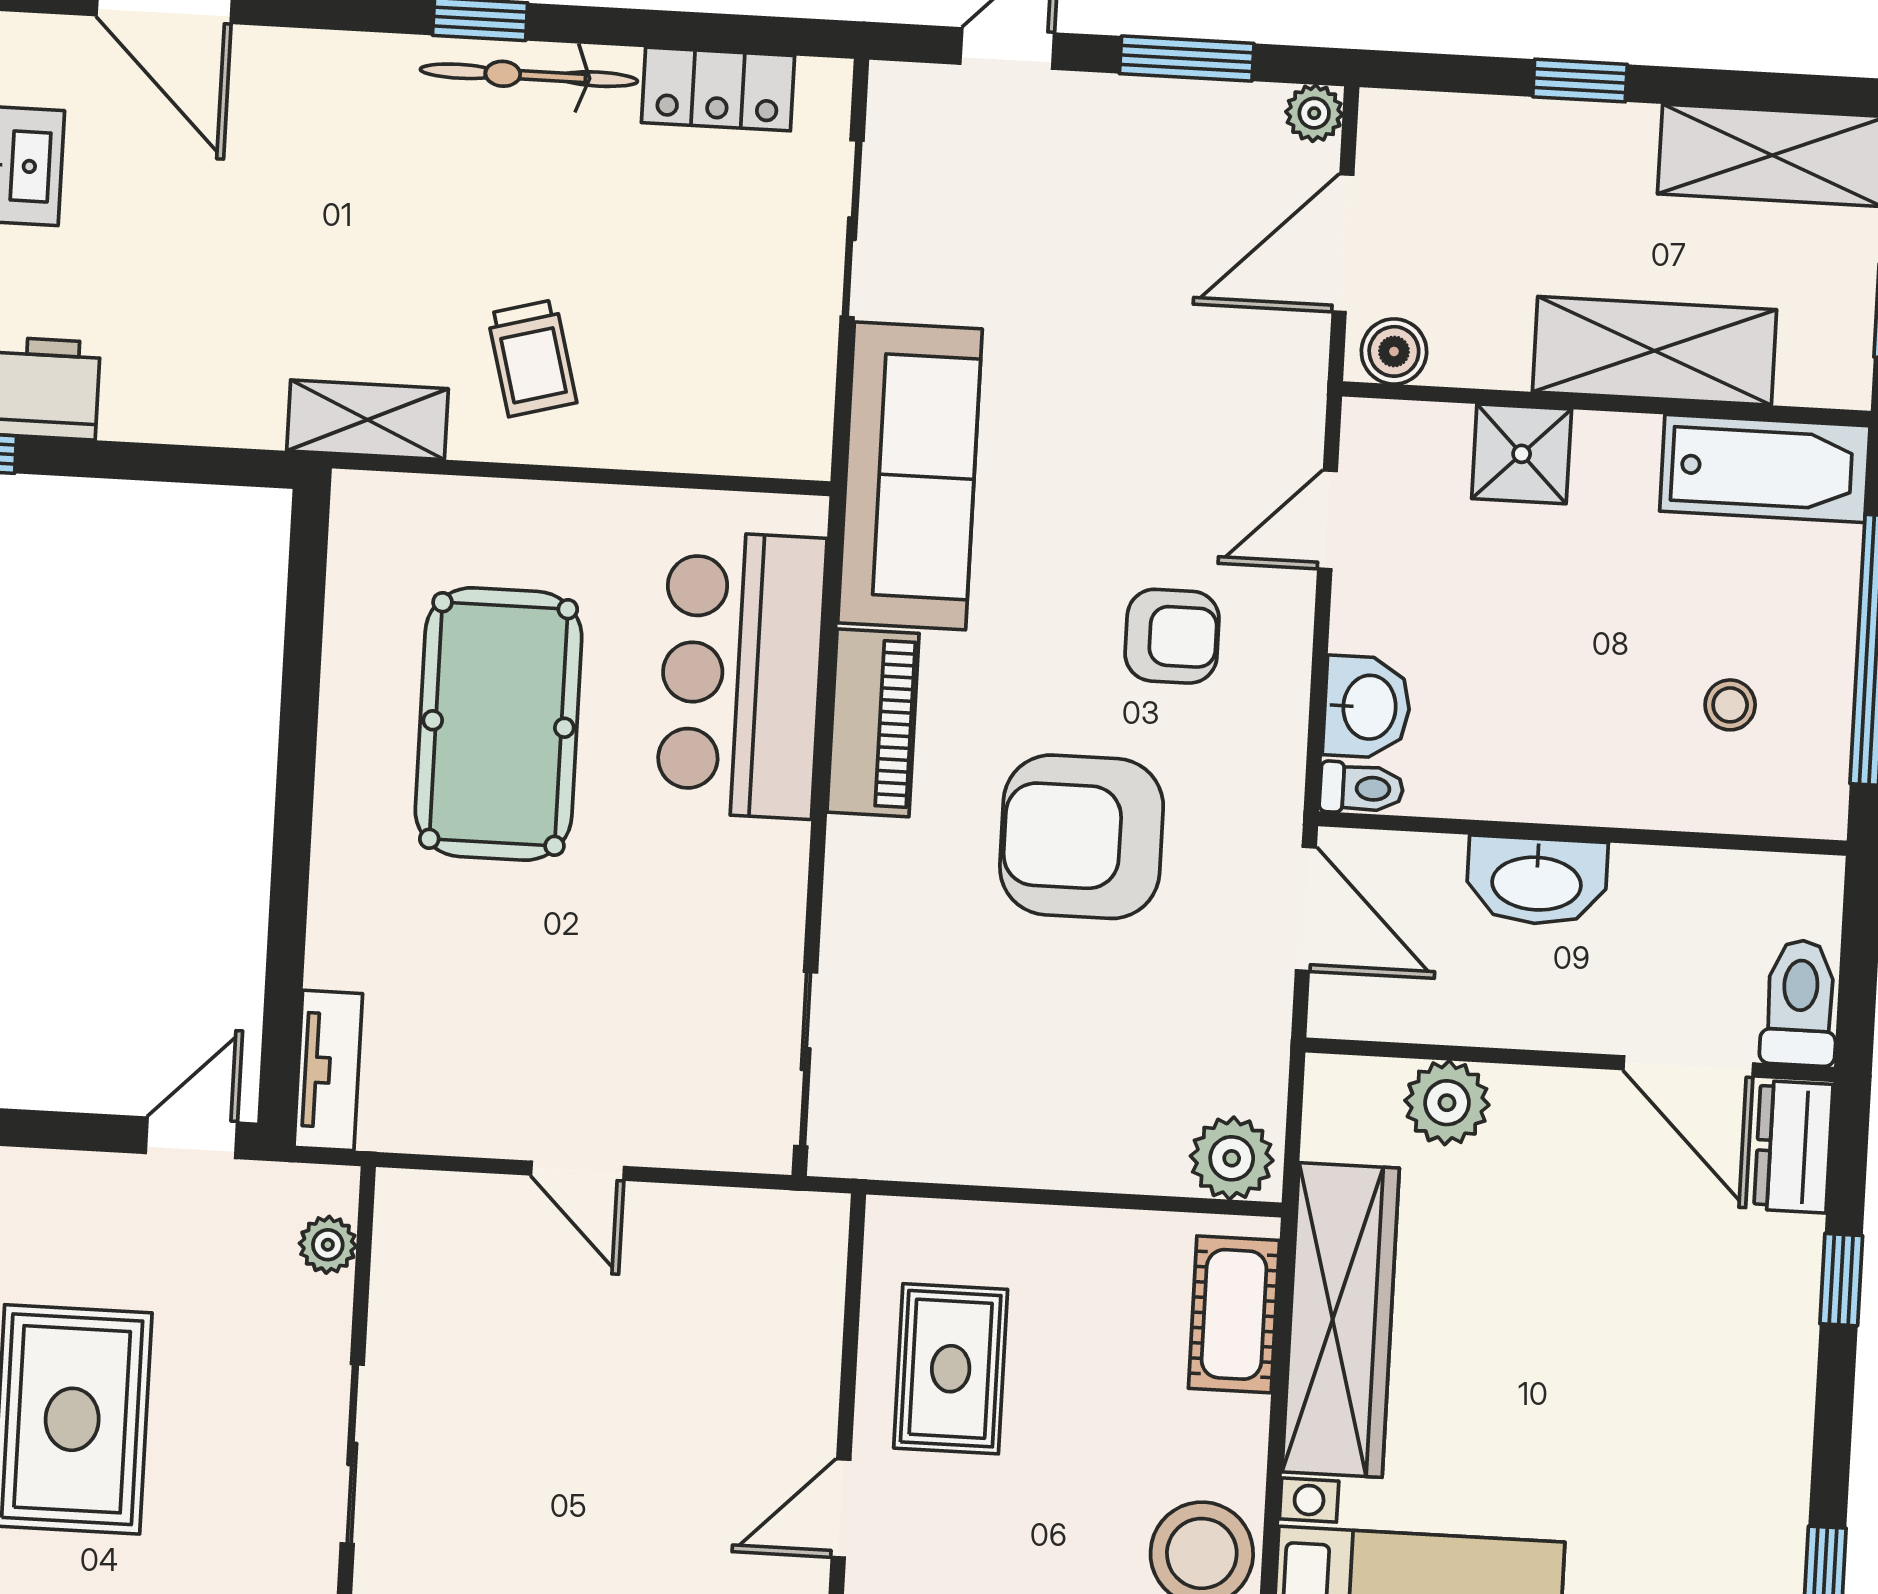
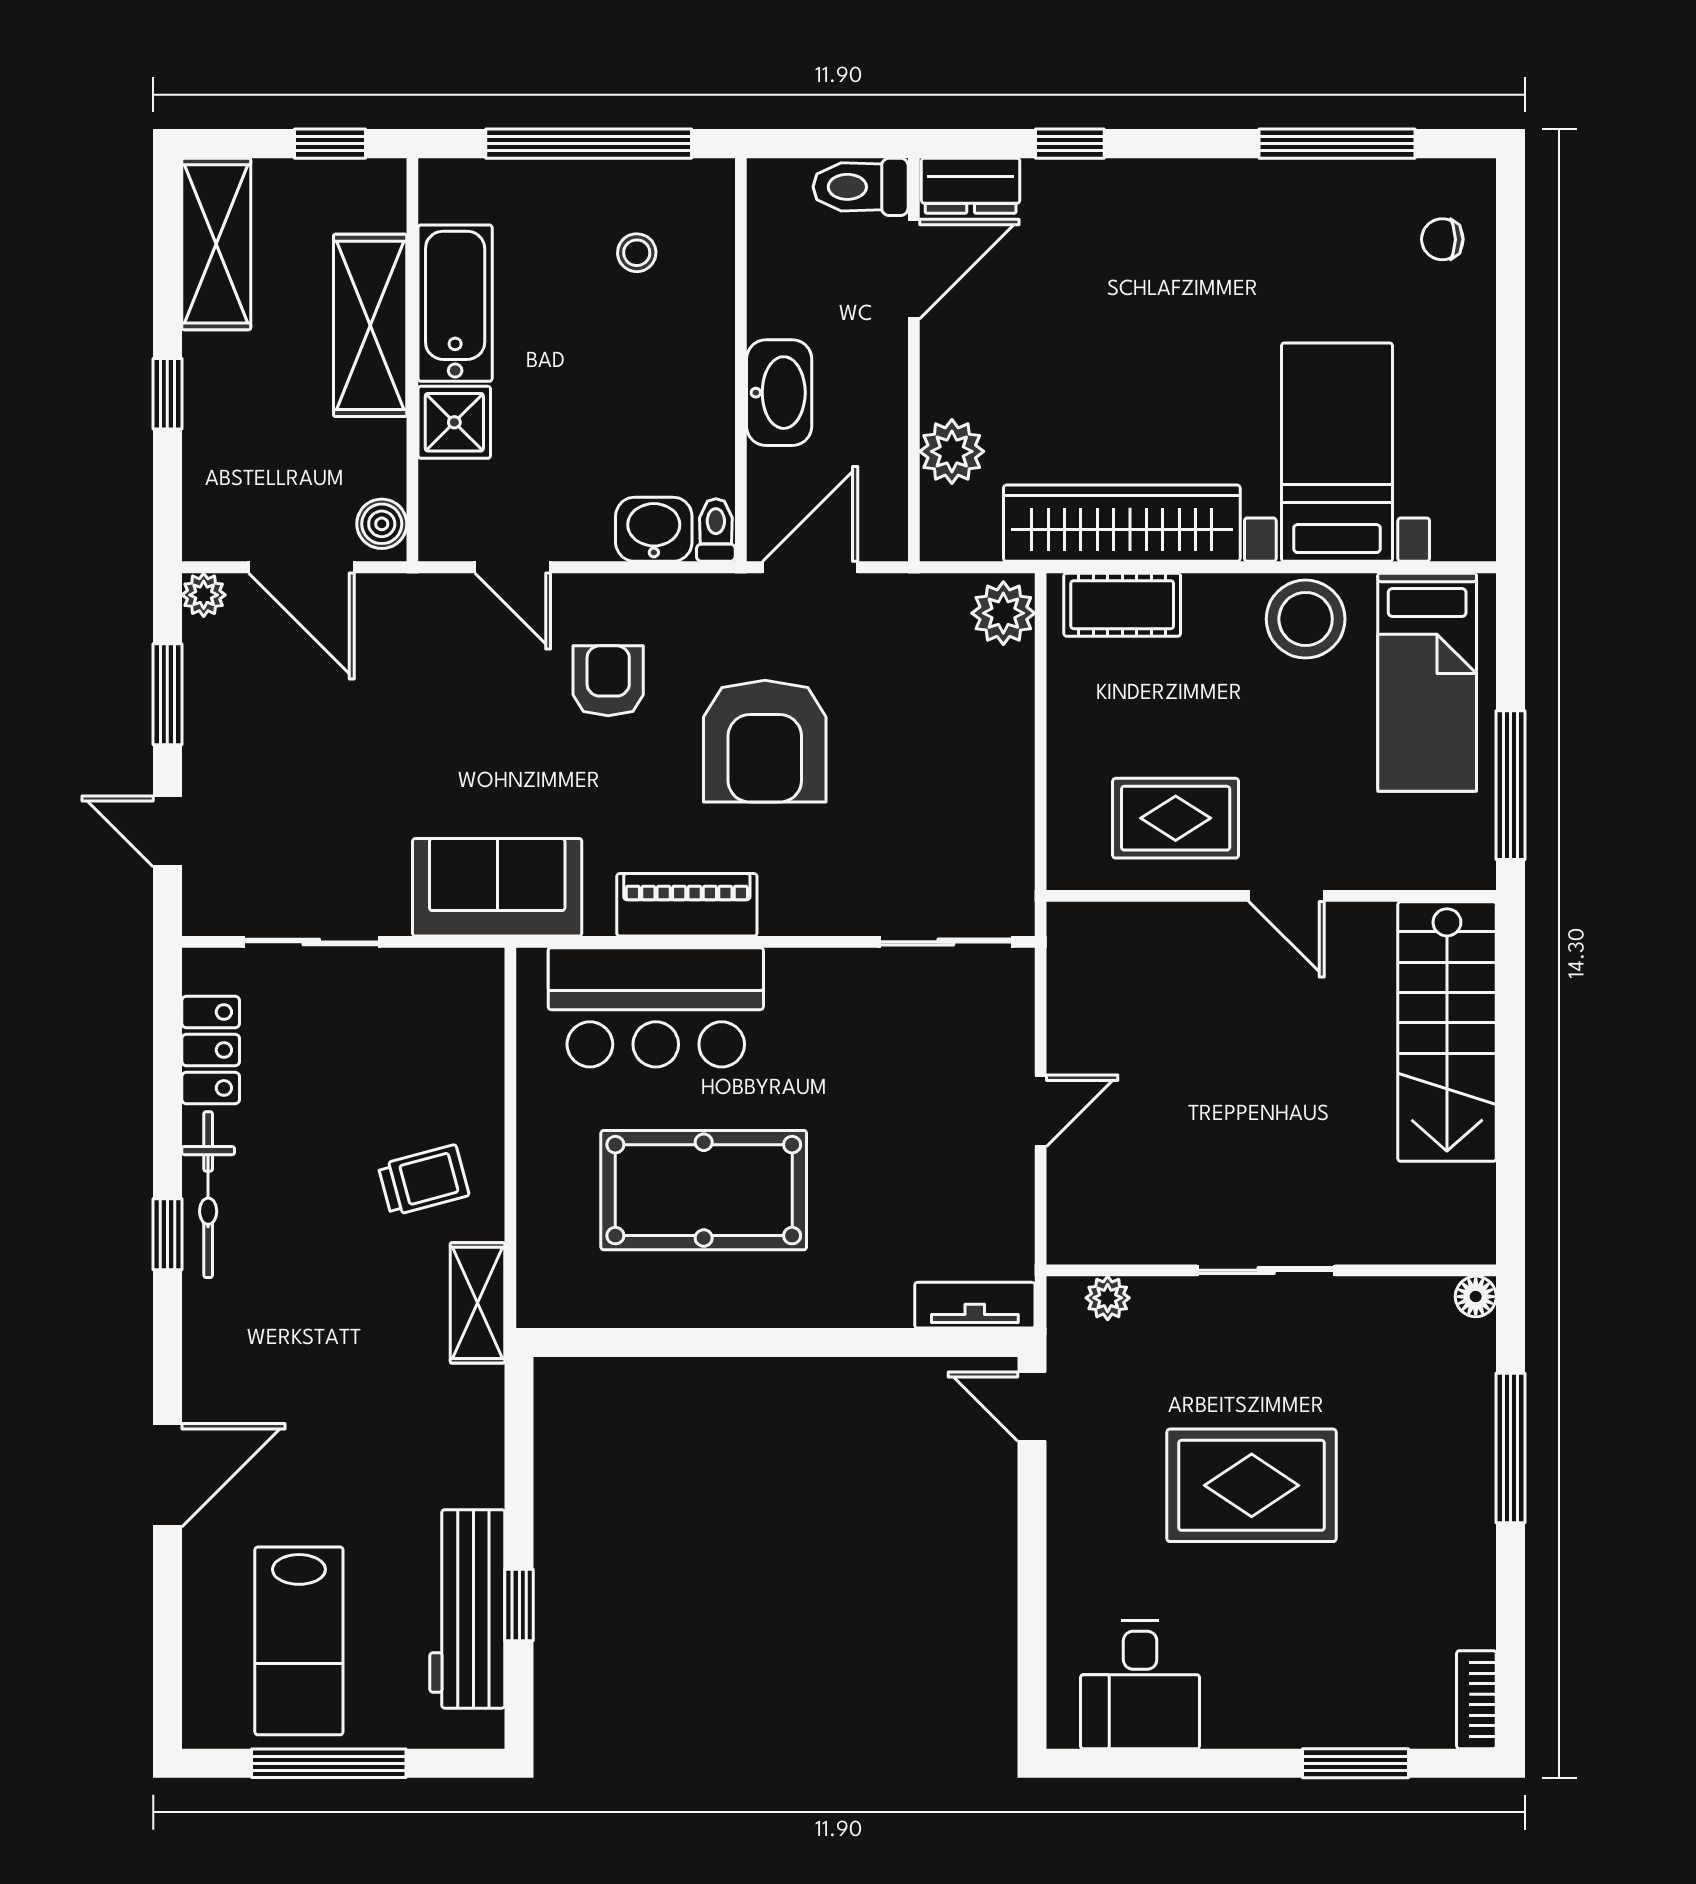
bathtub: (1765, 468) -> (455, 303), moved
sofa: (910, 476) -> (497, 887), width x0.73

